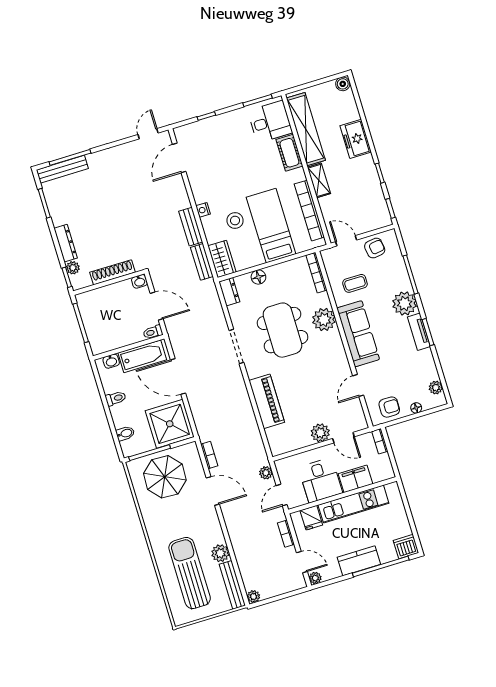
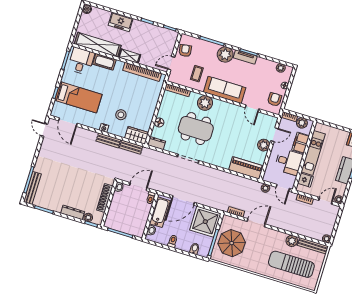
bed: (271, 226) -> (78, 97), moved, turned 180
piano: (267, 401) -> (246, 168), moved
plant: (383, 463) -> (302, 123), added

